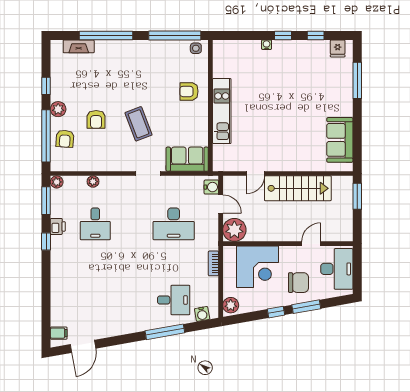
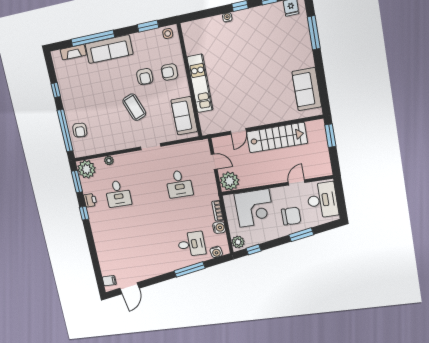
window: (175, 35) -> (148, 26), width x0.47
sofa: (123, 52) -> (109, 49), added
plant: (58, 109) -> (69, 107), removed
armchair: (96, 119) -> (145, 77), moved
sofa: (187, 159) -> (184, 116), moved, turned -90
plant: (57, 182) -> (87, 169), width x1.87, depth x1.87
water cooler: (211, 187) -> (219, 228), moved
desk: (174, 224) -> (179, 184), width x0.73
window: (276, 312) -> (254, 250), moved

